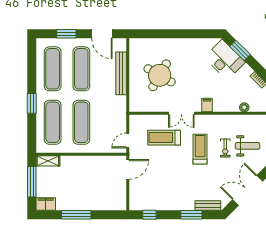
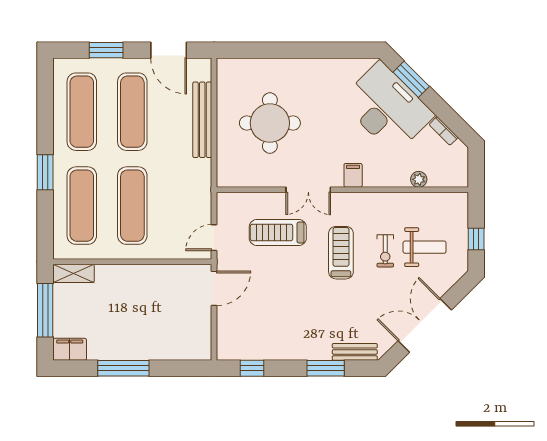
desk: (225, 60) -> (387, 108), width x1.36, depth x1.30
round table: (160, 75) -> (270, 123), turned -30

